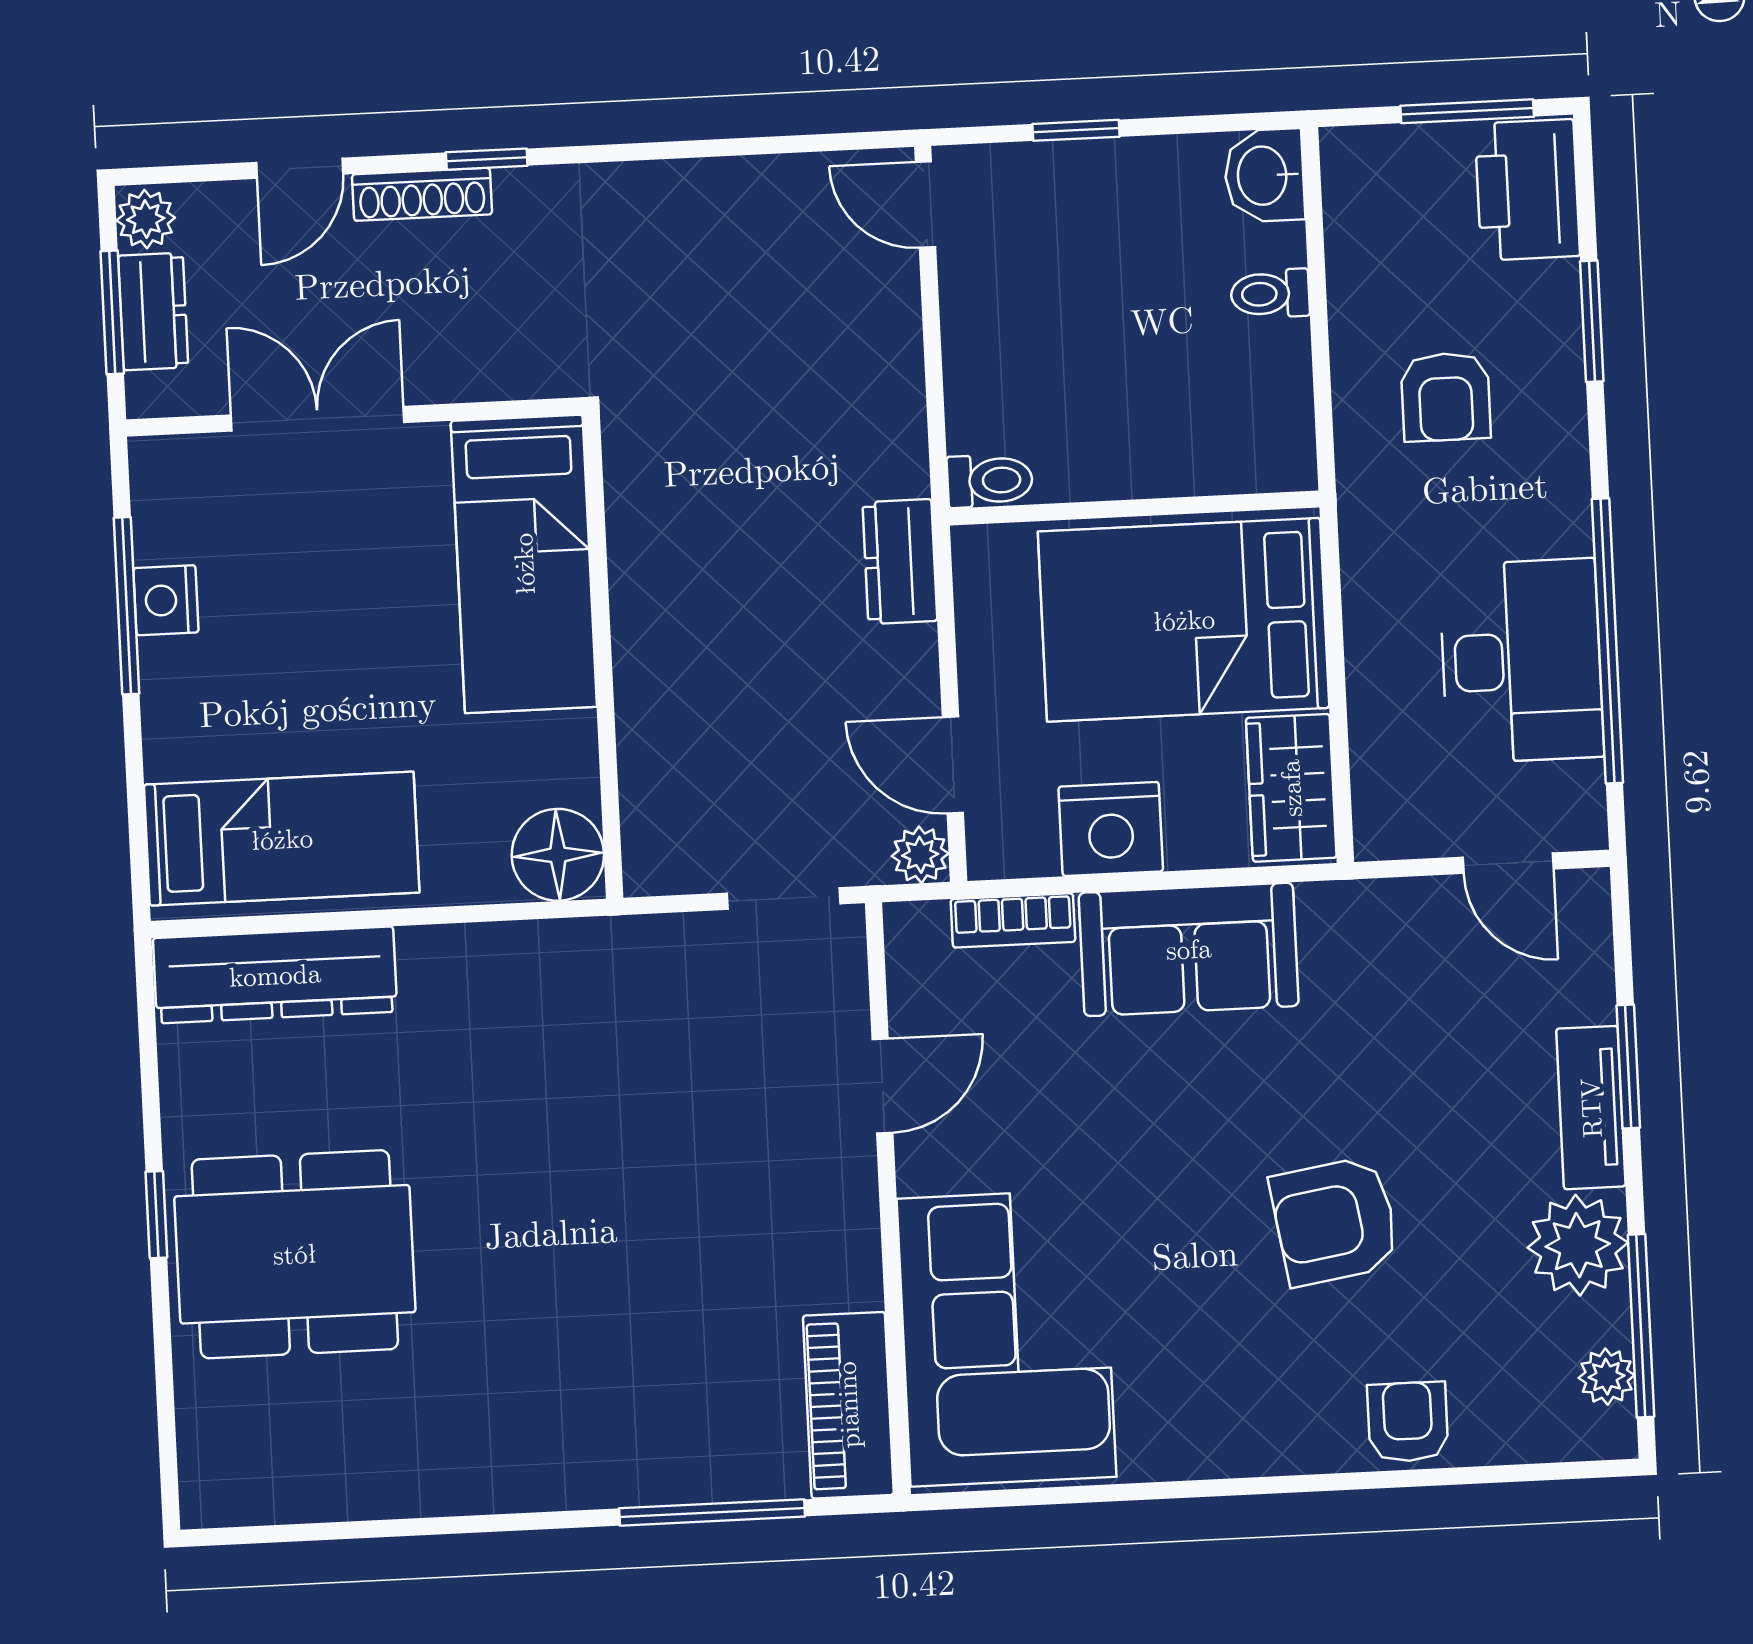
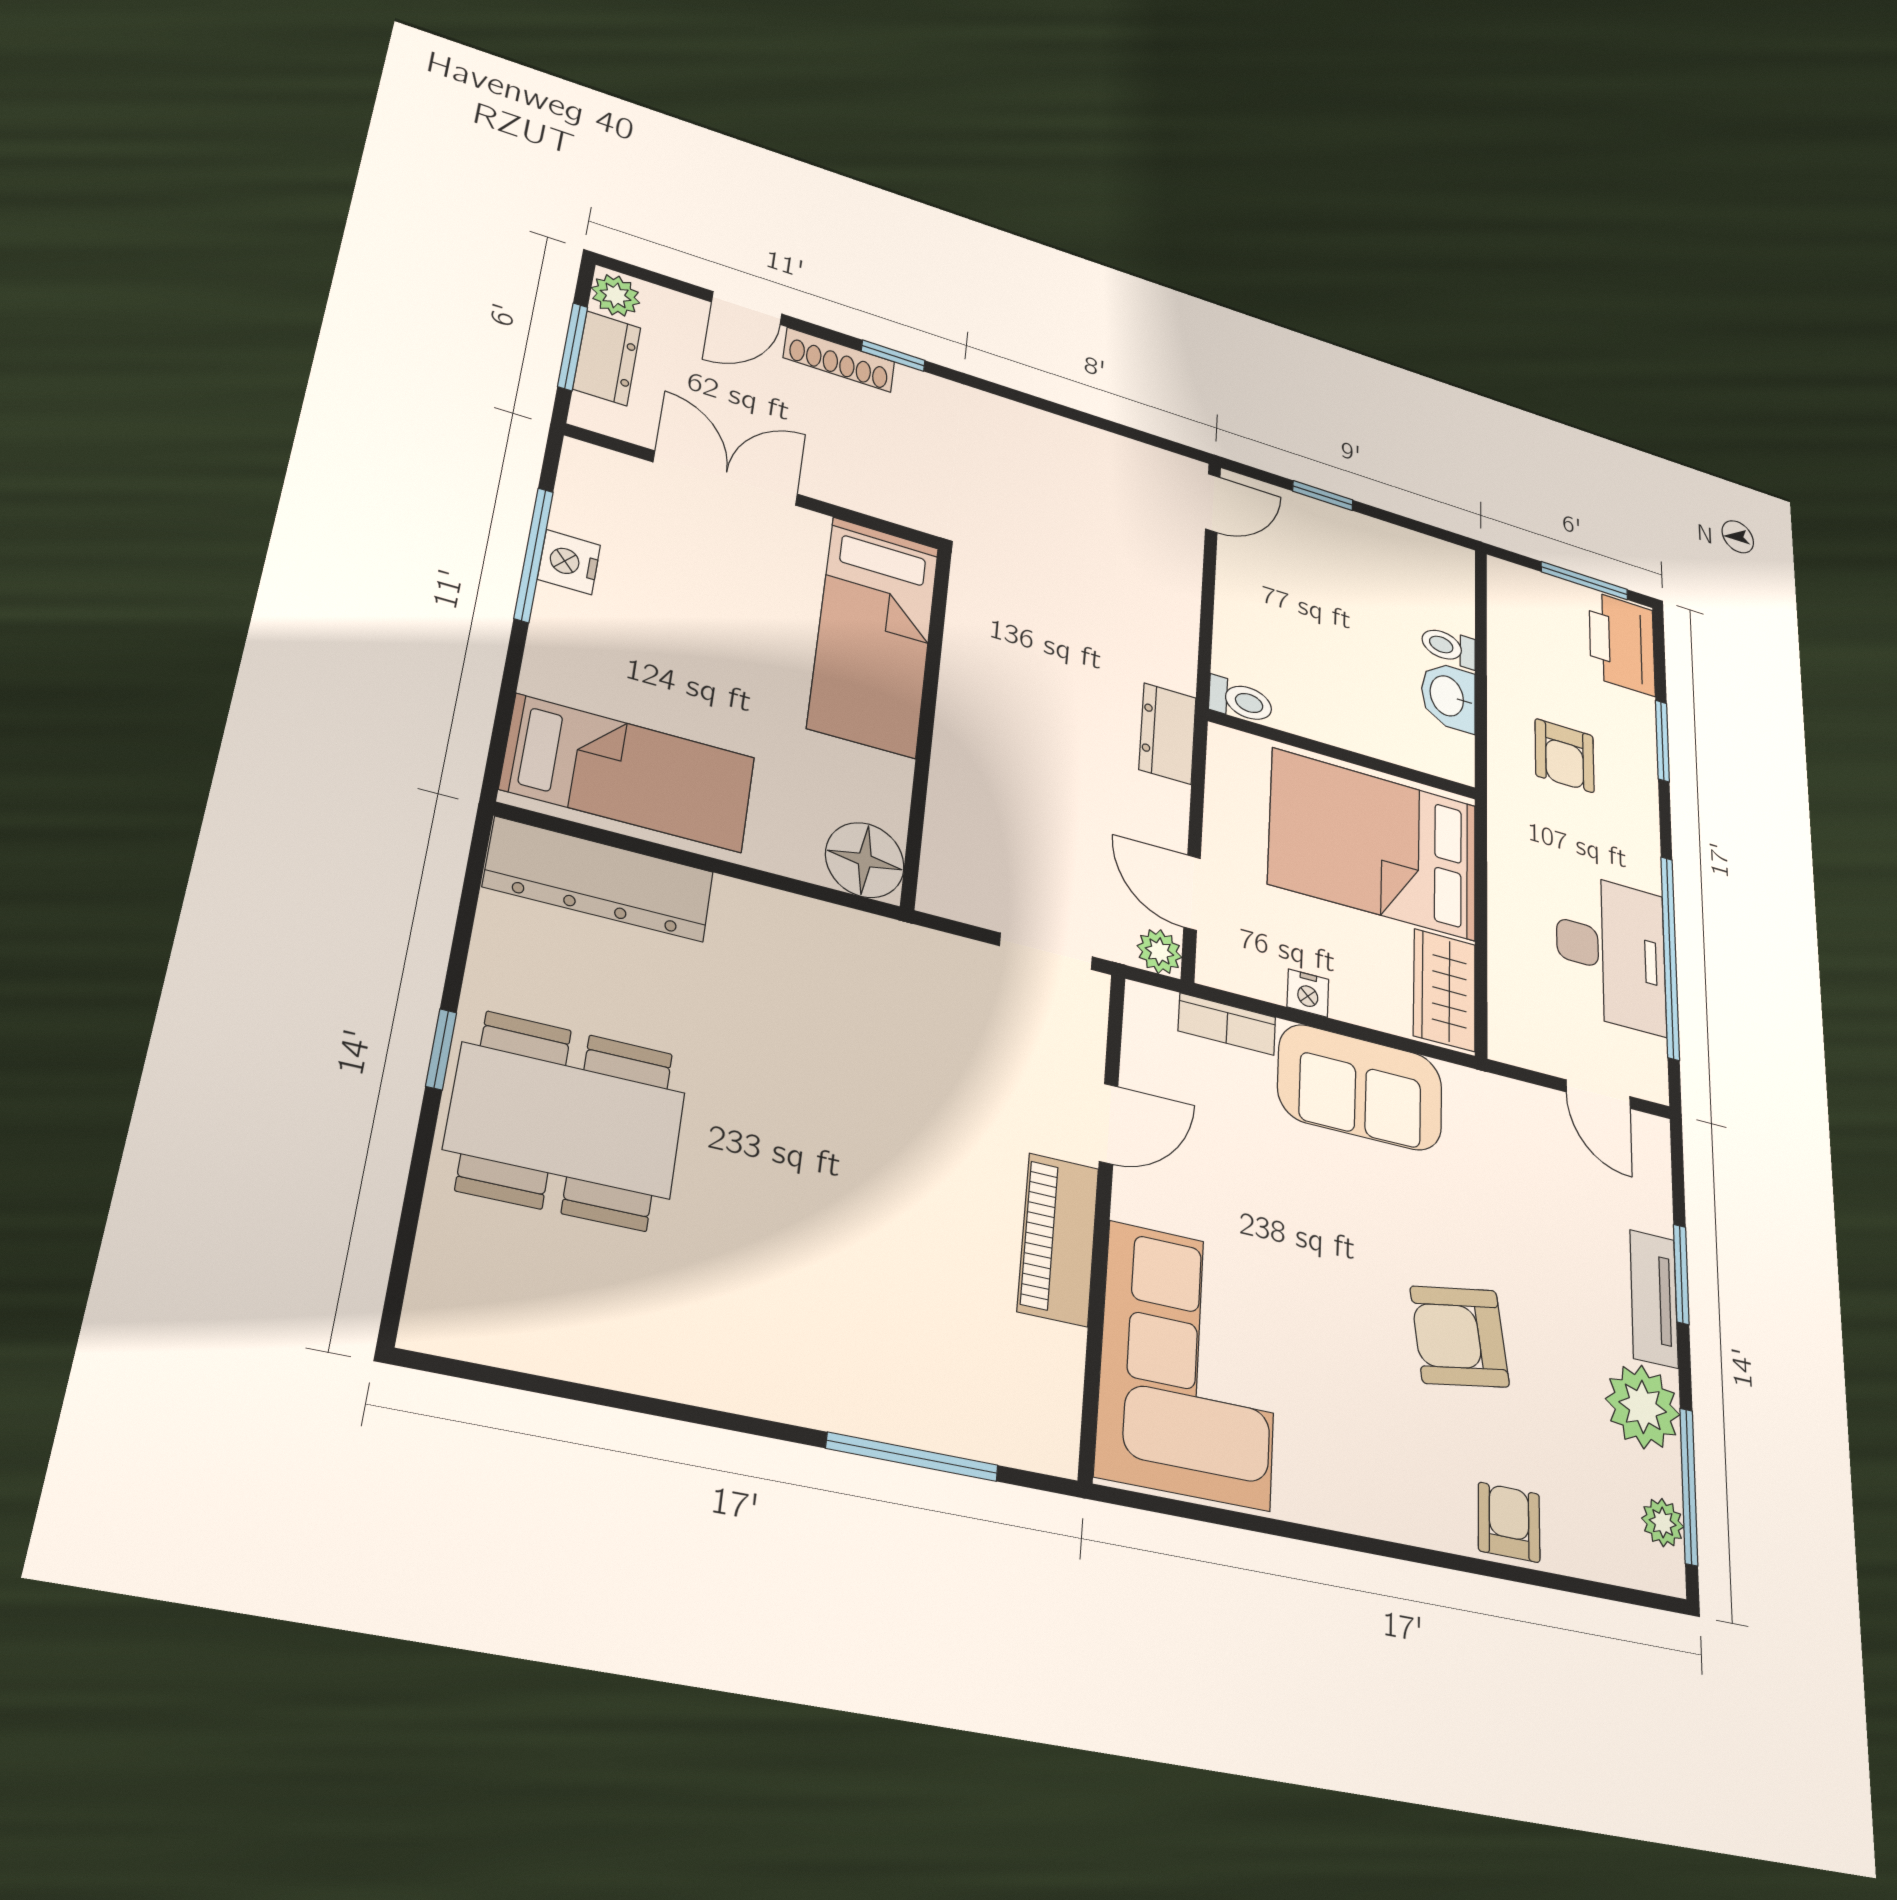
washbasin: (1264, 176) -> (1448, 696), moved
door: (925, 205) -> (1213, 503), swing flipped
nightstand: (1111, 829) -> (1308, 993), width x0.53, depth x0.56
piano: (848, 1405) -> (1058, 1239), moved

